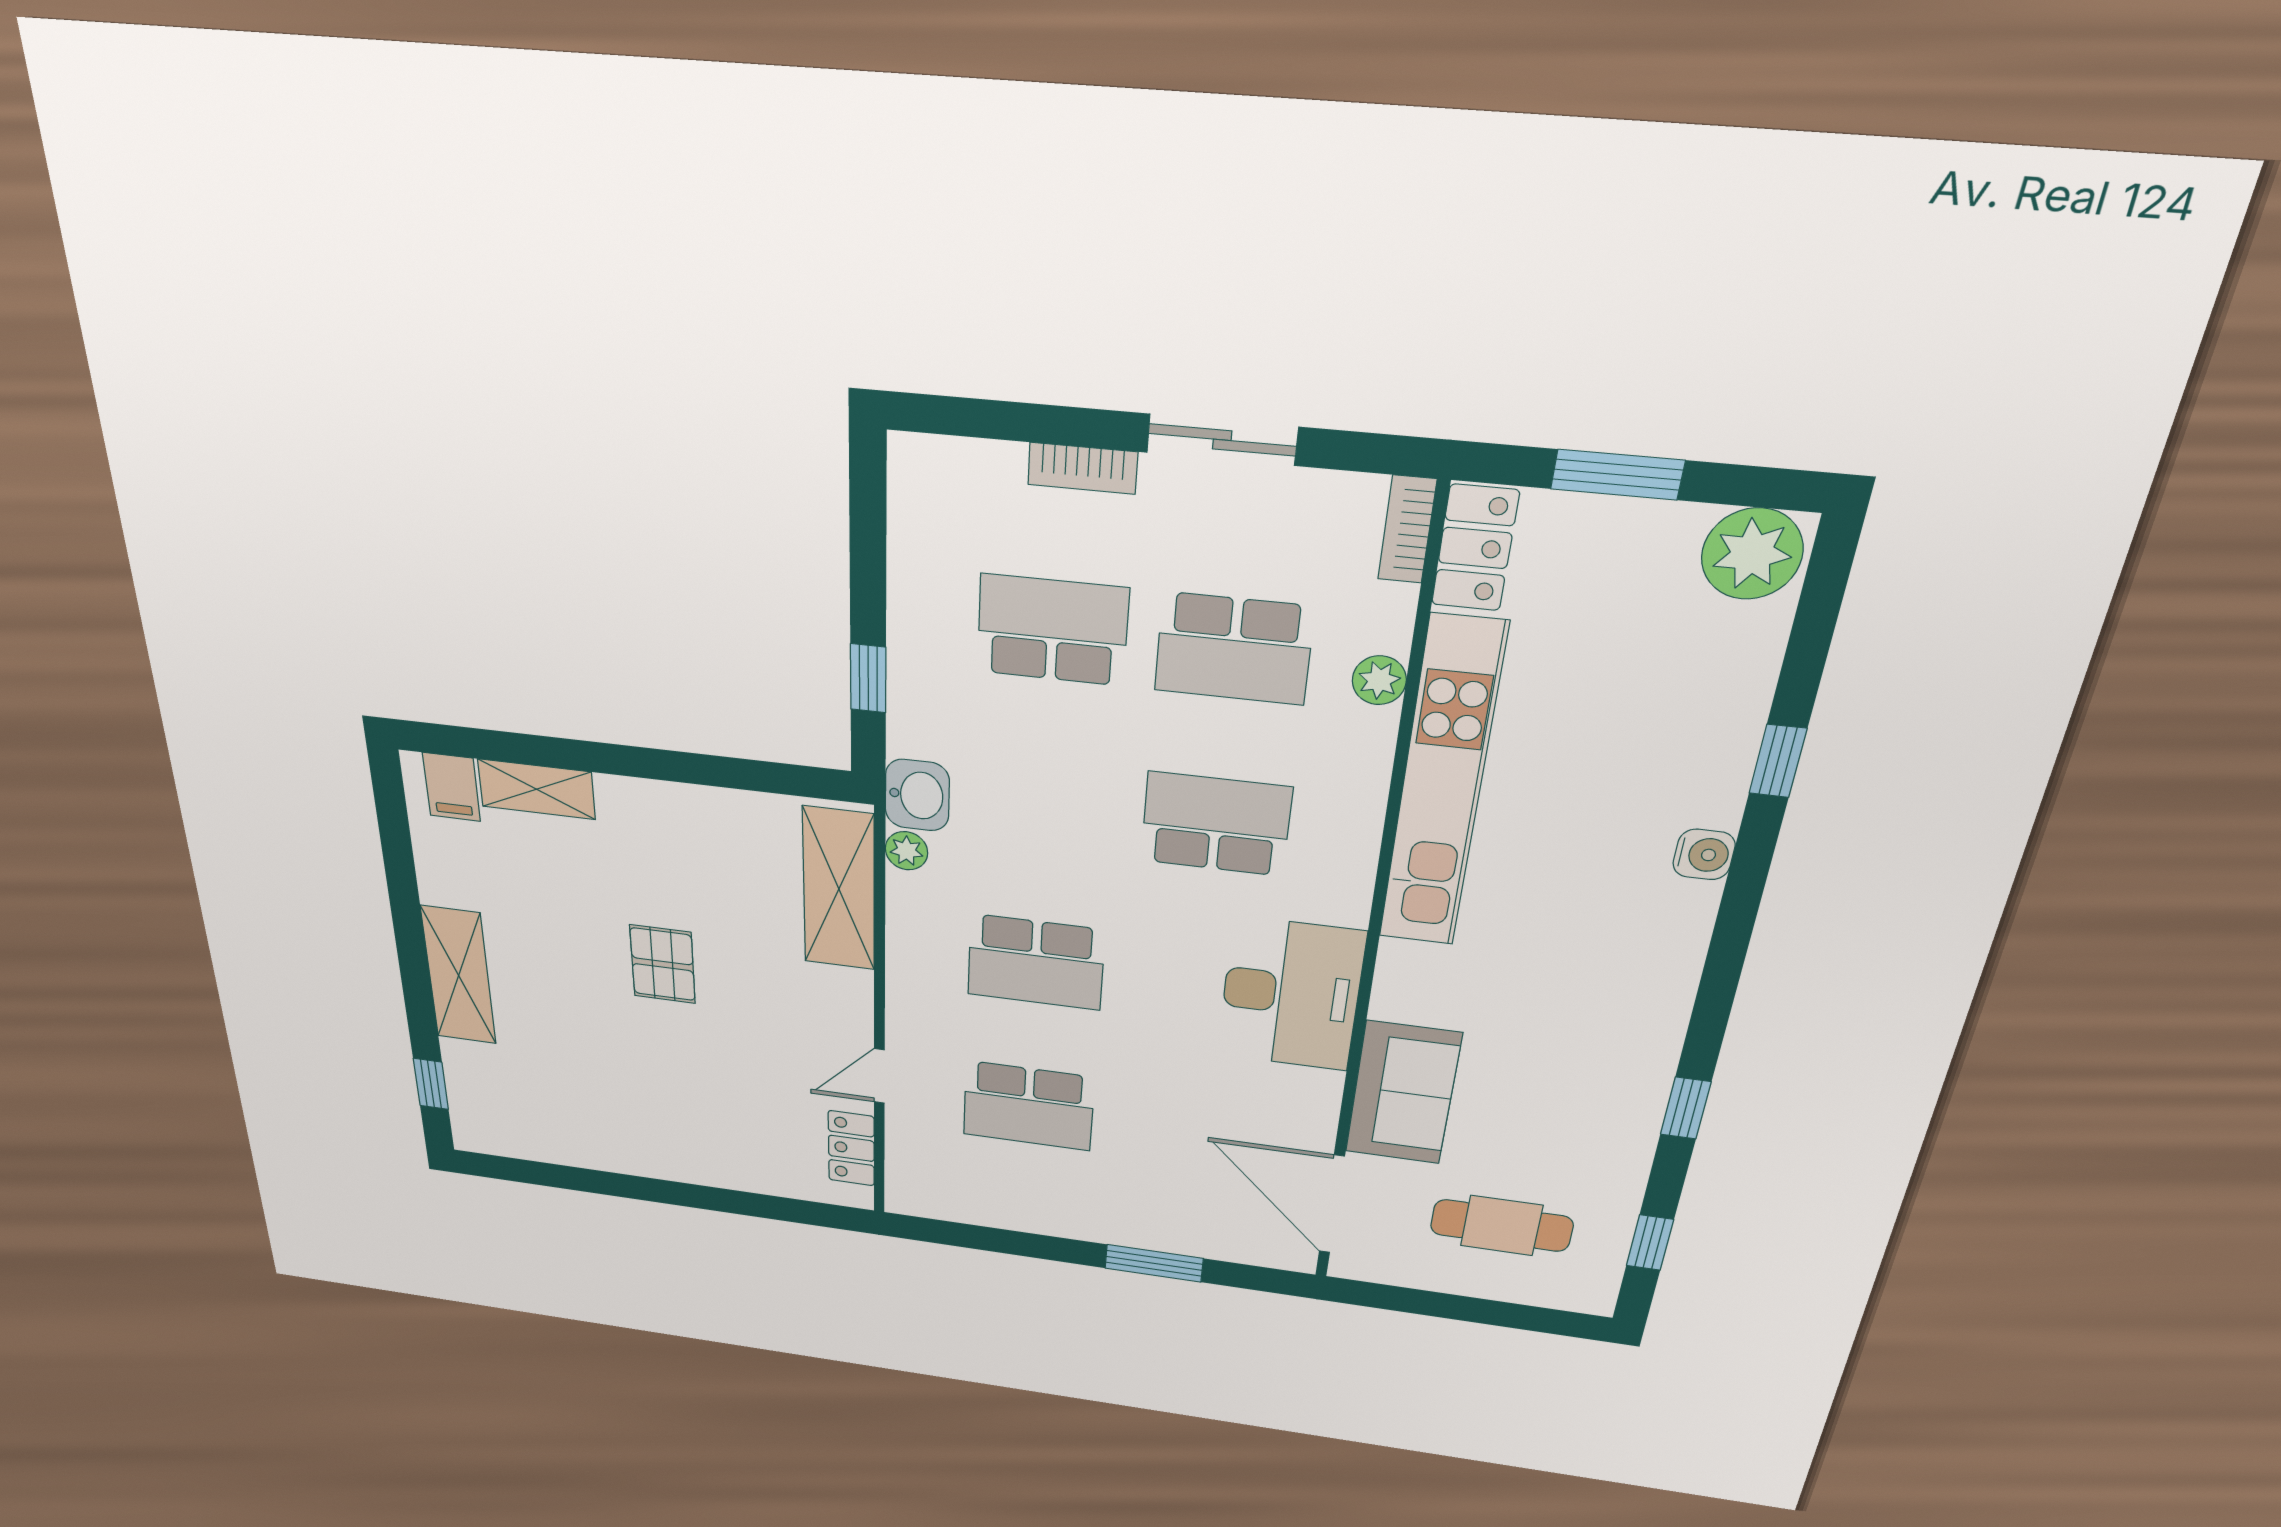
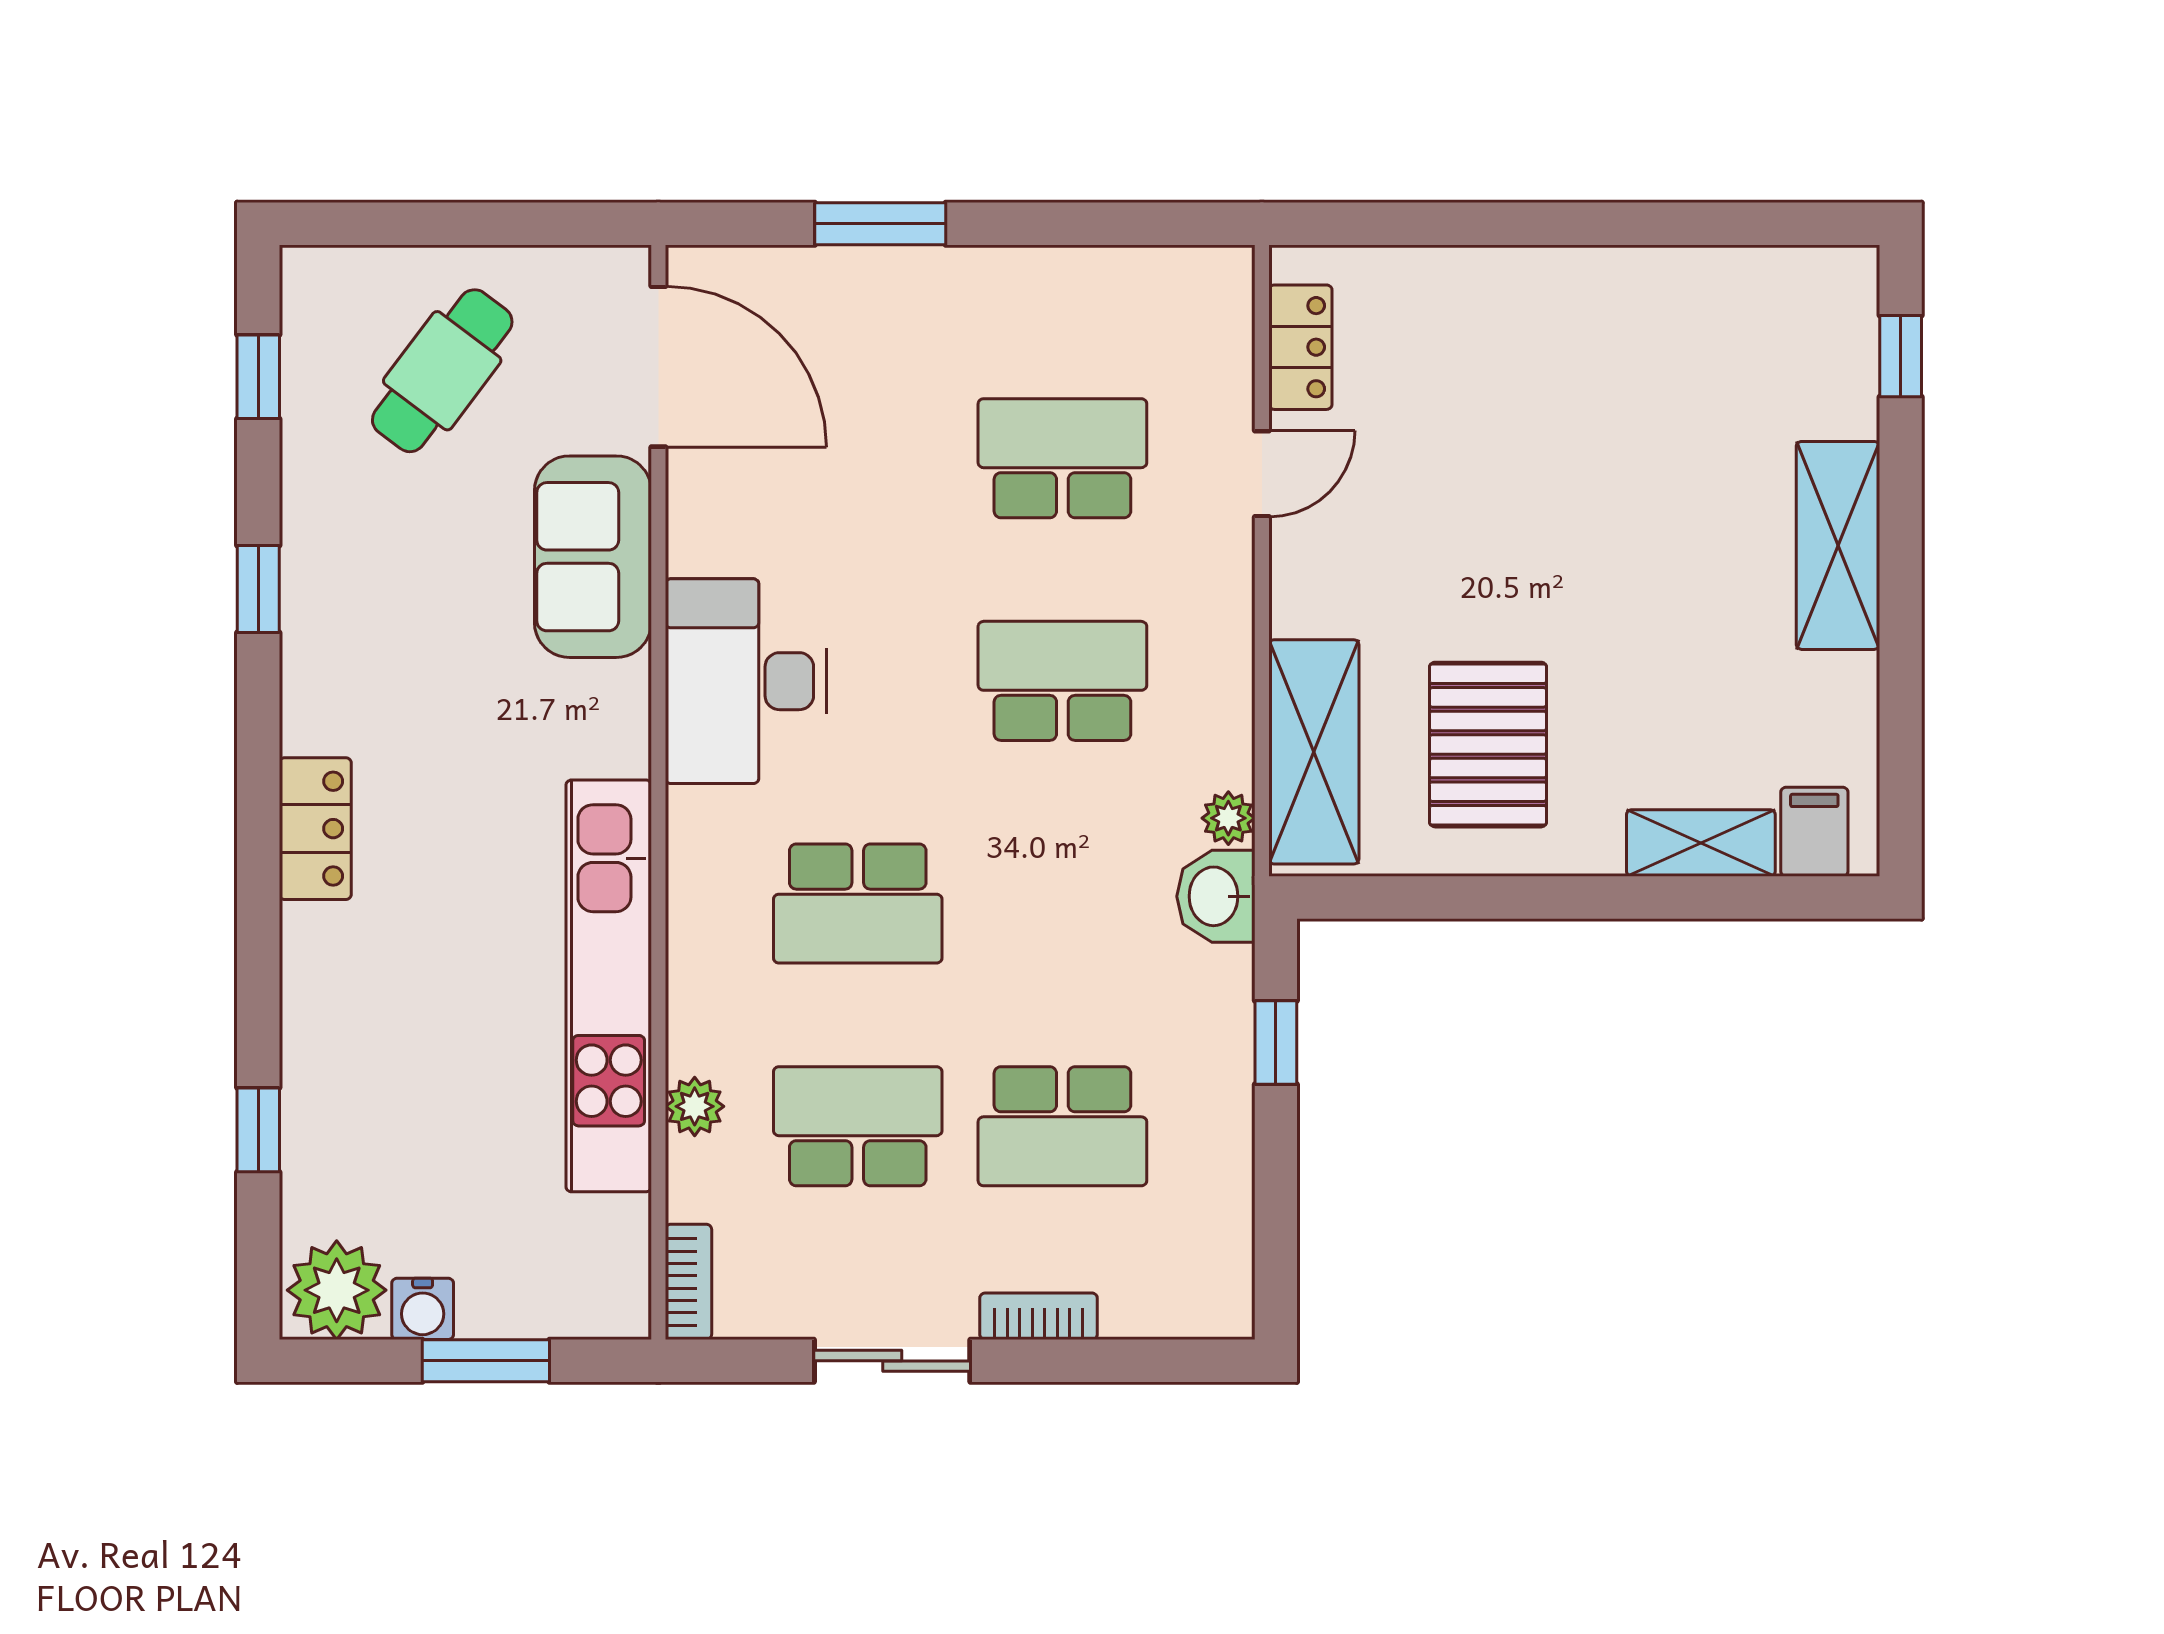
locker: (1475, 548) -> (315, 829), moved, turned 180
window: (1778, 761) -> (258, 1130), moved
water cooler: (1704, 854) -> (423, 1309), moved, turned -90
pallet: (663, 964) -> (1488, 745), moved, width x1.50, depth x1.42
cafe table: (1502, 1225) -> (442, 371), turned -53

